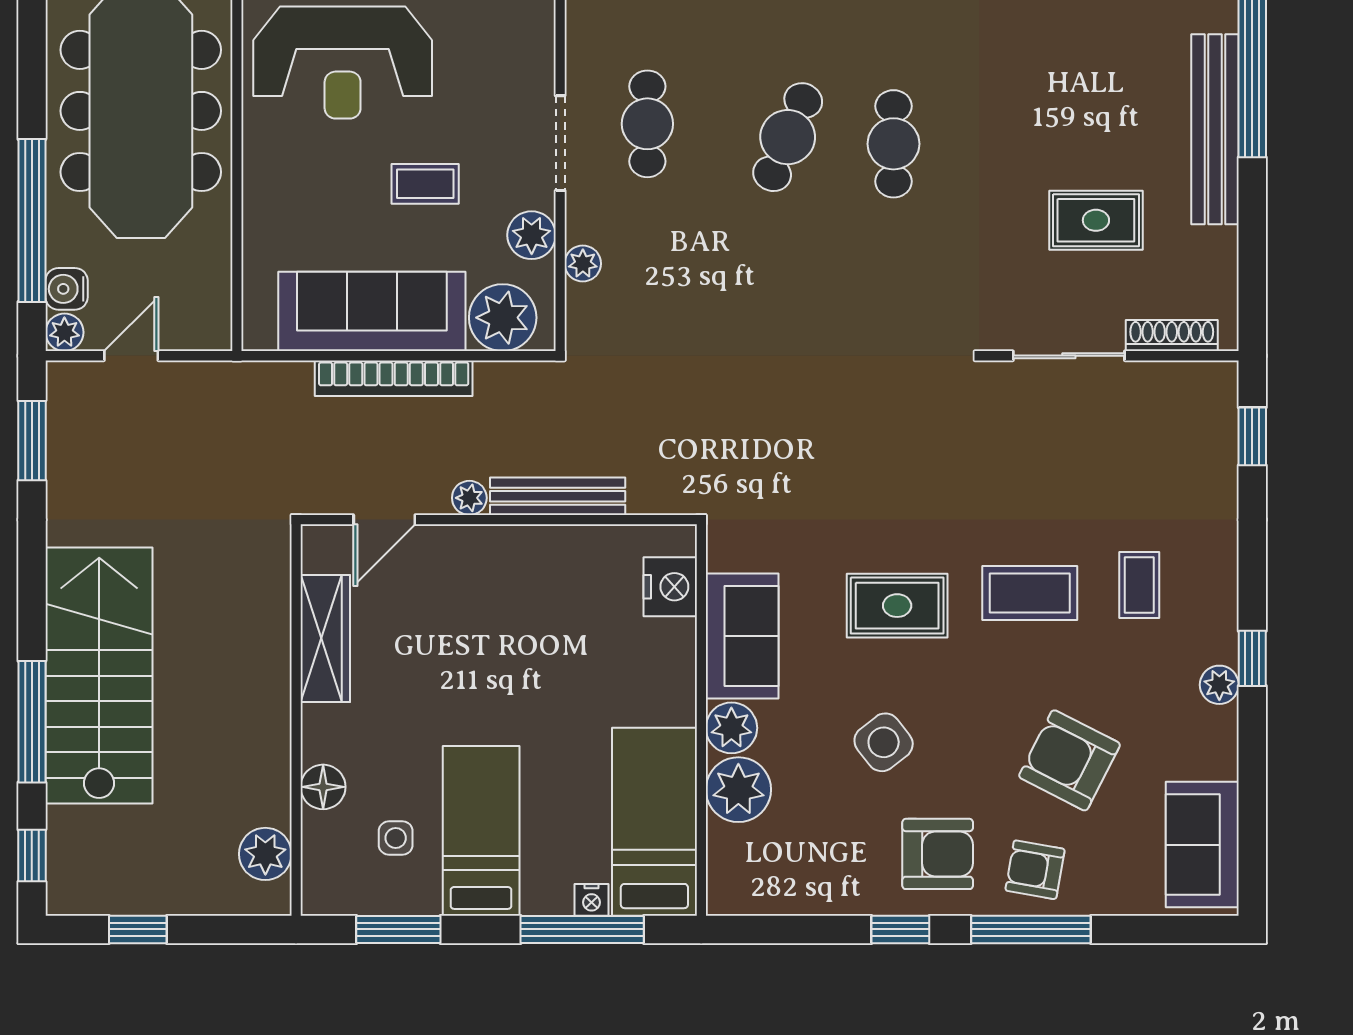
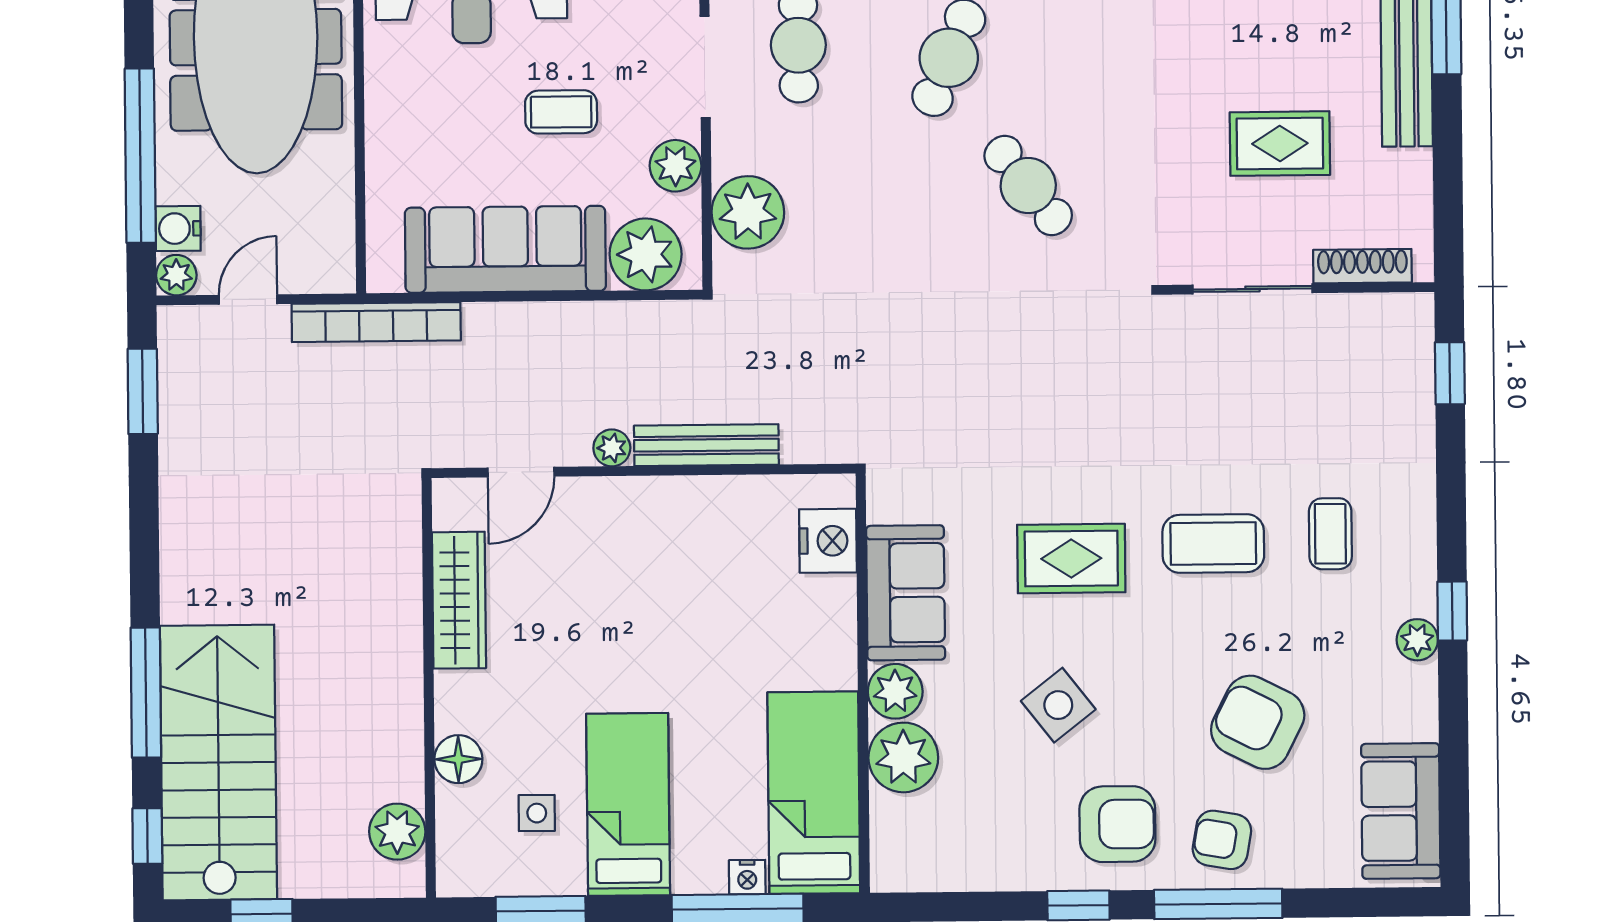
cafe table: (893, 144) -> (1028, 186), moved, turned -38
plant: (583, 264) -> (748, 212), width x1.87, depth x1.87
bookcase: (394, 378) -> (376, 322), moved
stairs: (99, 676) -> (218, 762), moved

